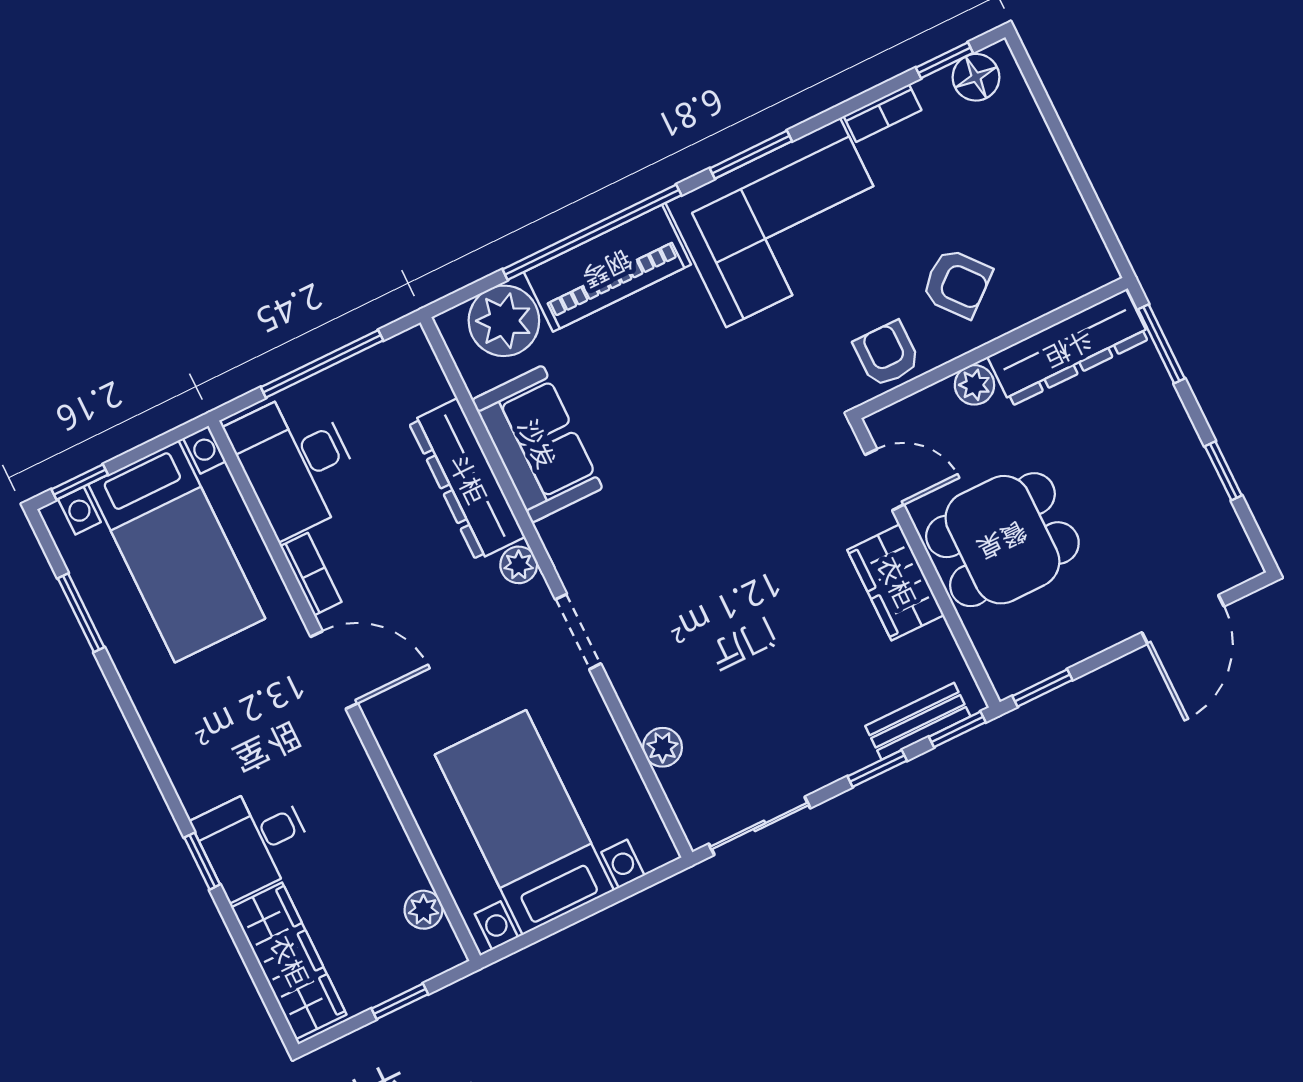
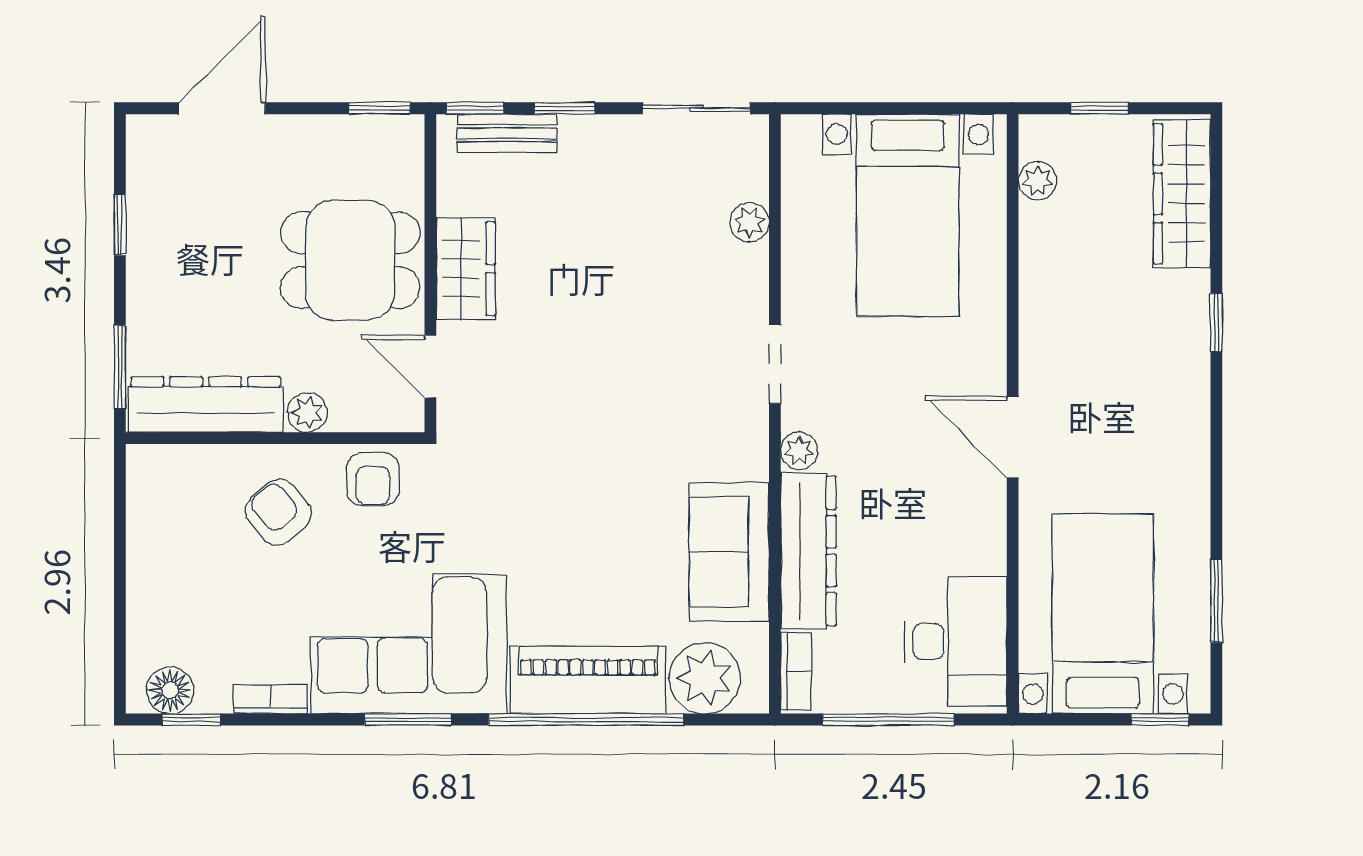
bookcase: (311, 574) -> (796, 671), moved, turned 180
desk: (254, 841) -> (1161, 318), removed

